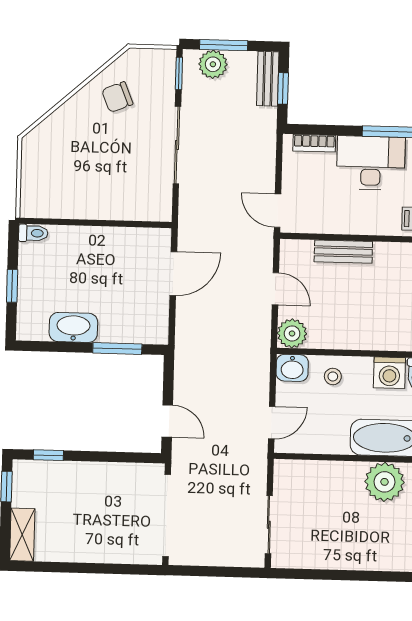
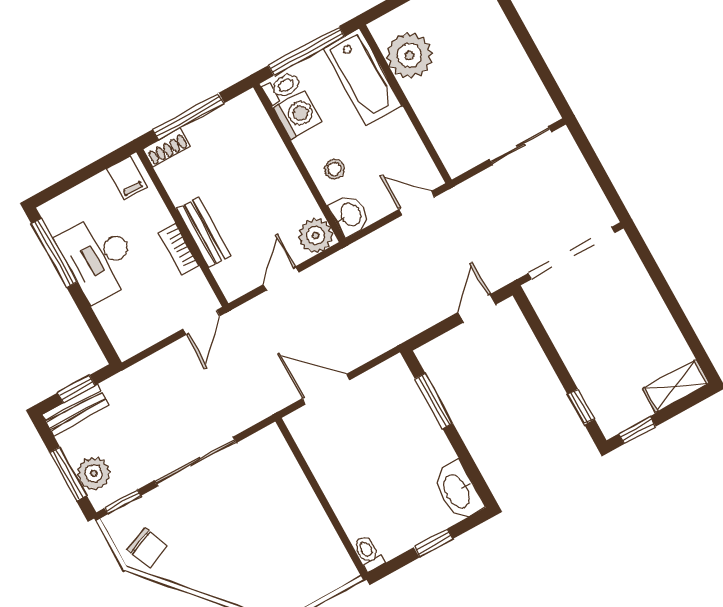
chair: (117, 97) -> (147, 548), moved
bookcase: (314, 143) -> (179, 249), moved, turned 180
washbasin: (73, 327) -> (458, 491), moved

